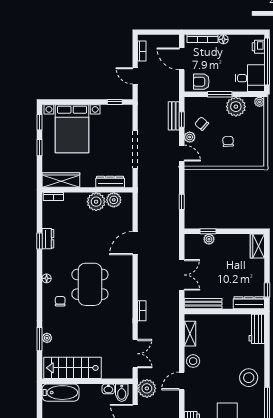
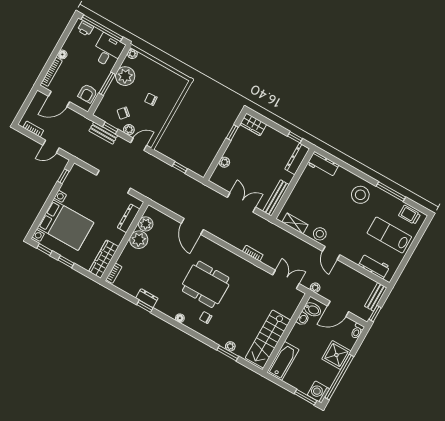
window: (208, 231) -> (232, 133), moved
plant: (147, 388) -> (315, 288), width x0.53, depth x0.53

